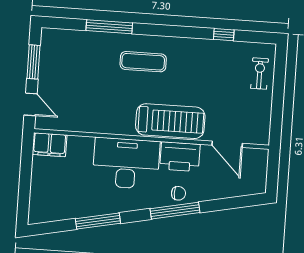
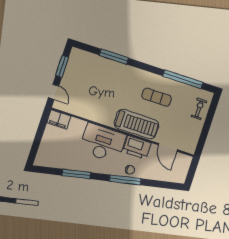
window: (224, 35) -> (183, 79), width x3.17
exercise mat: (143, 62) -> (157, 97), moved

